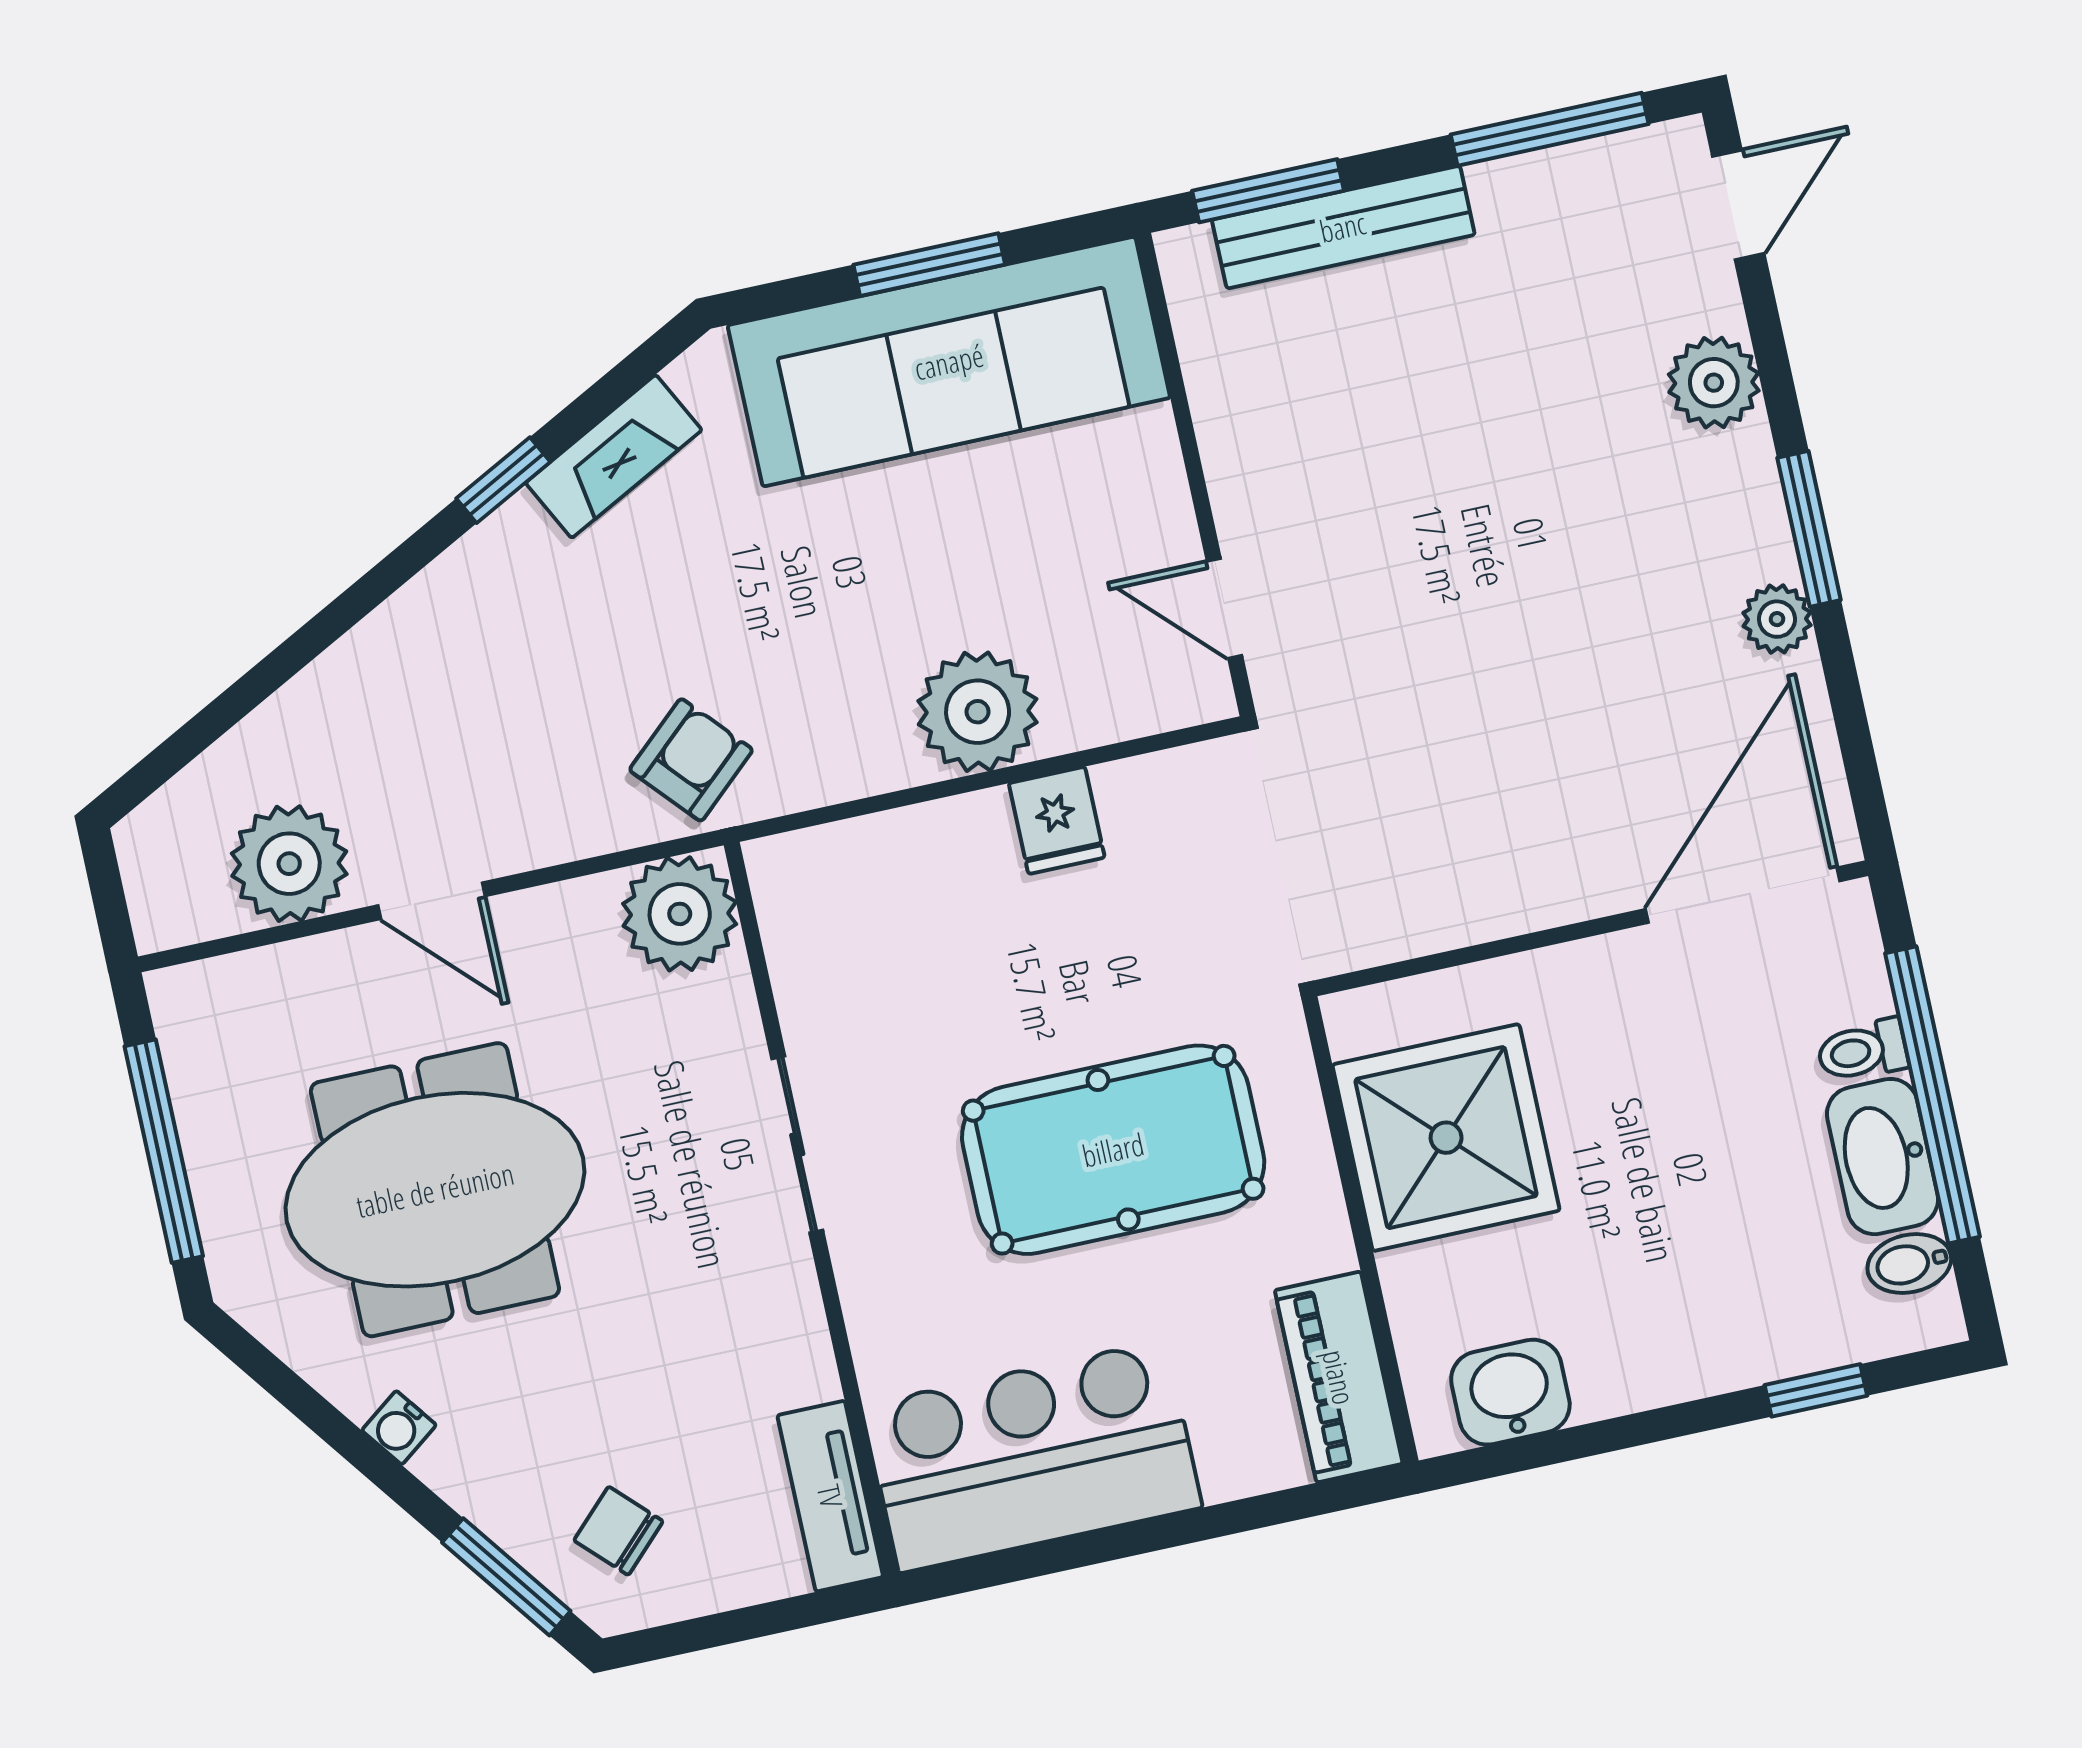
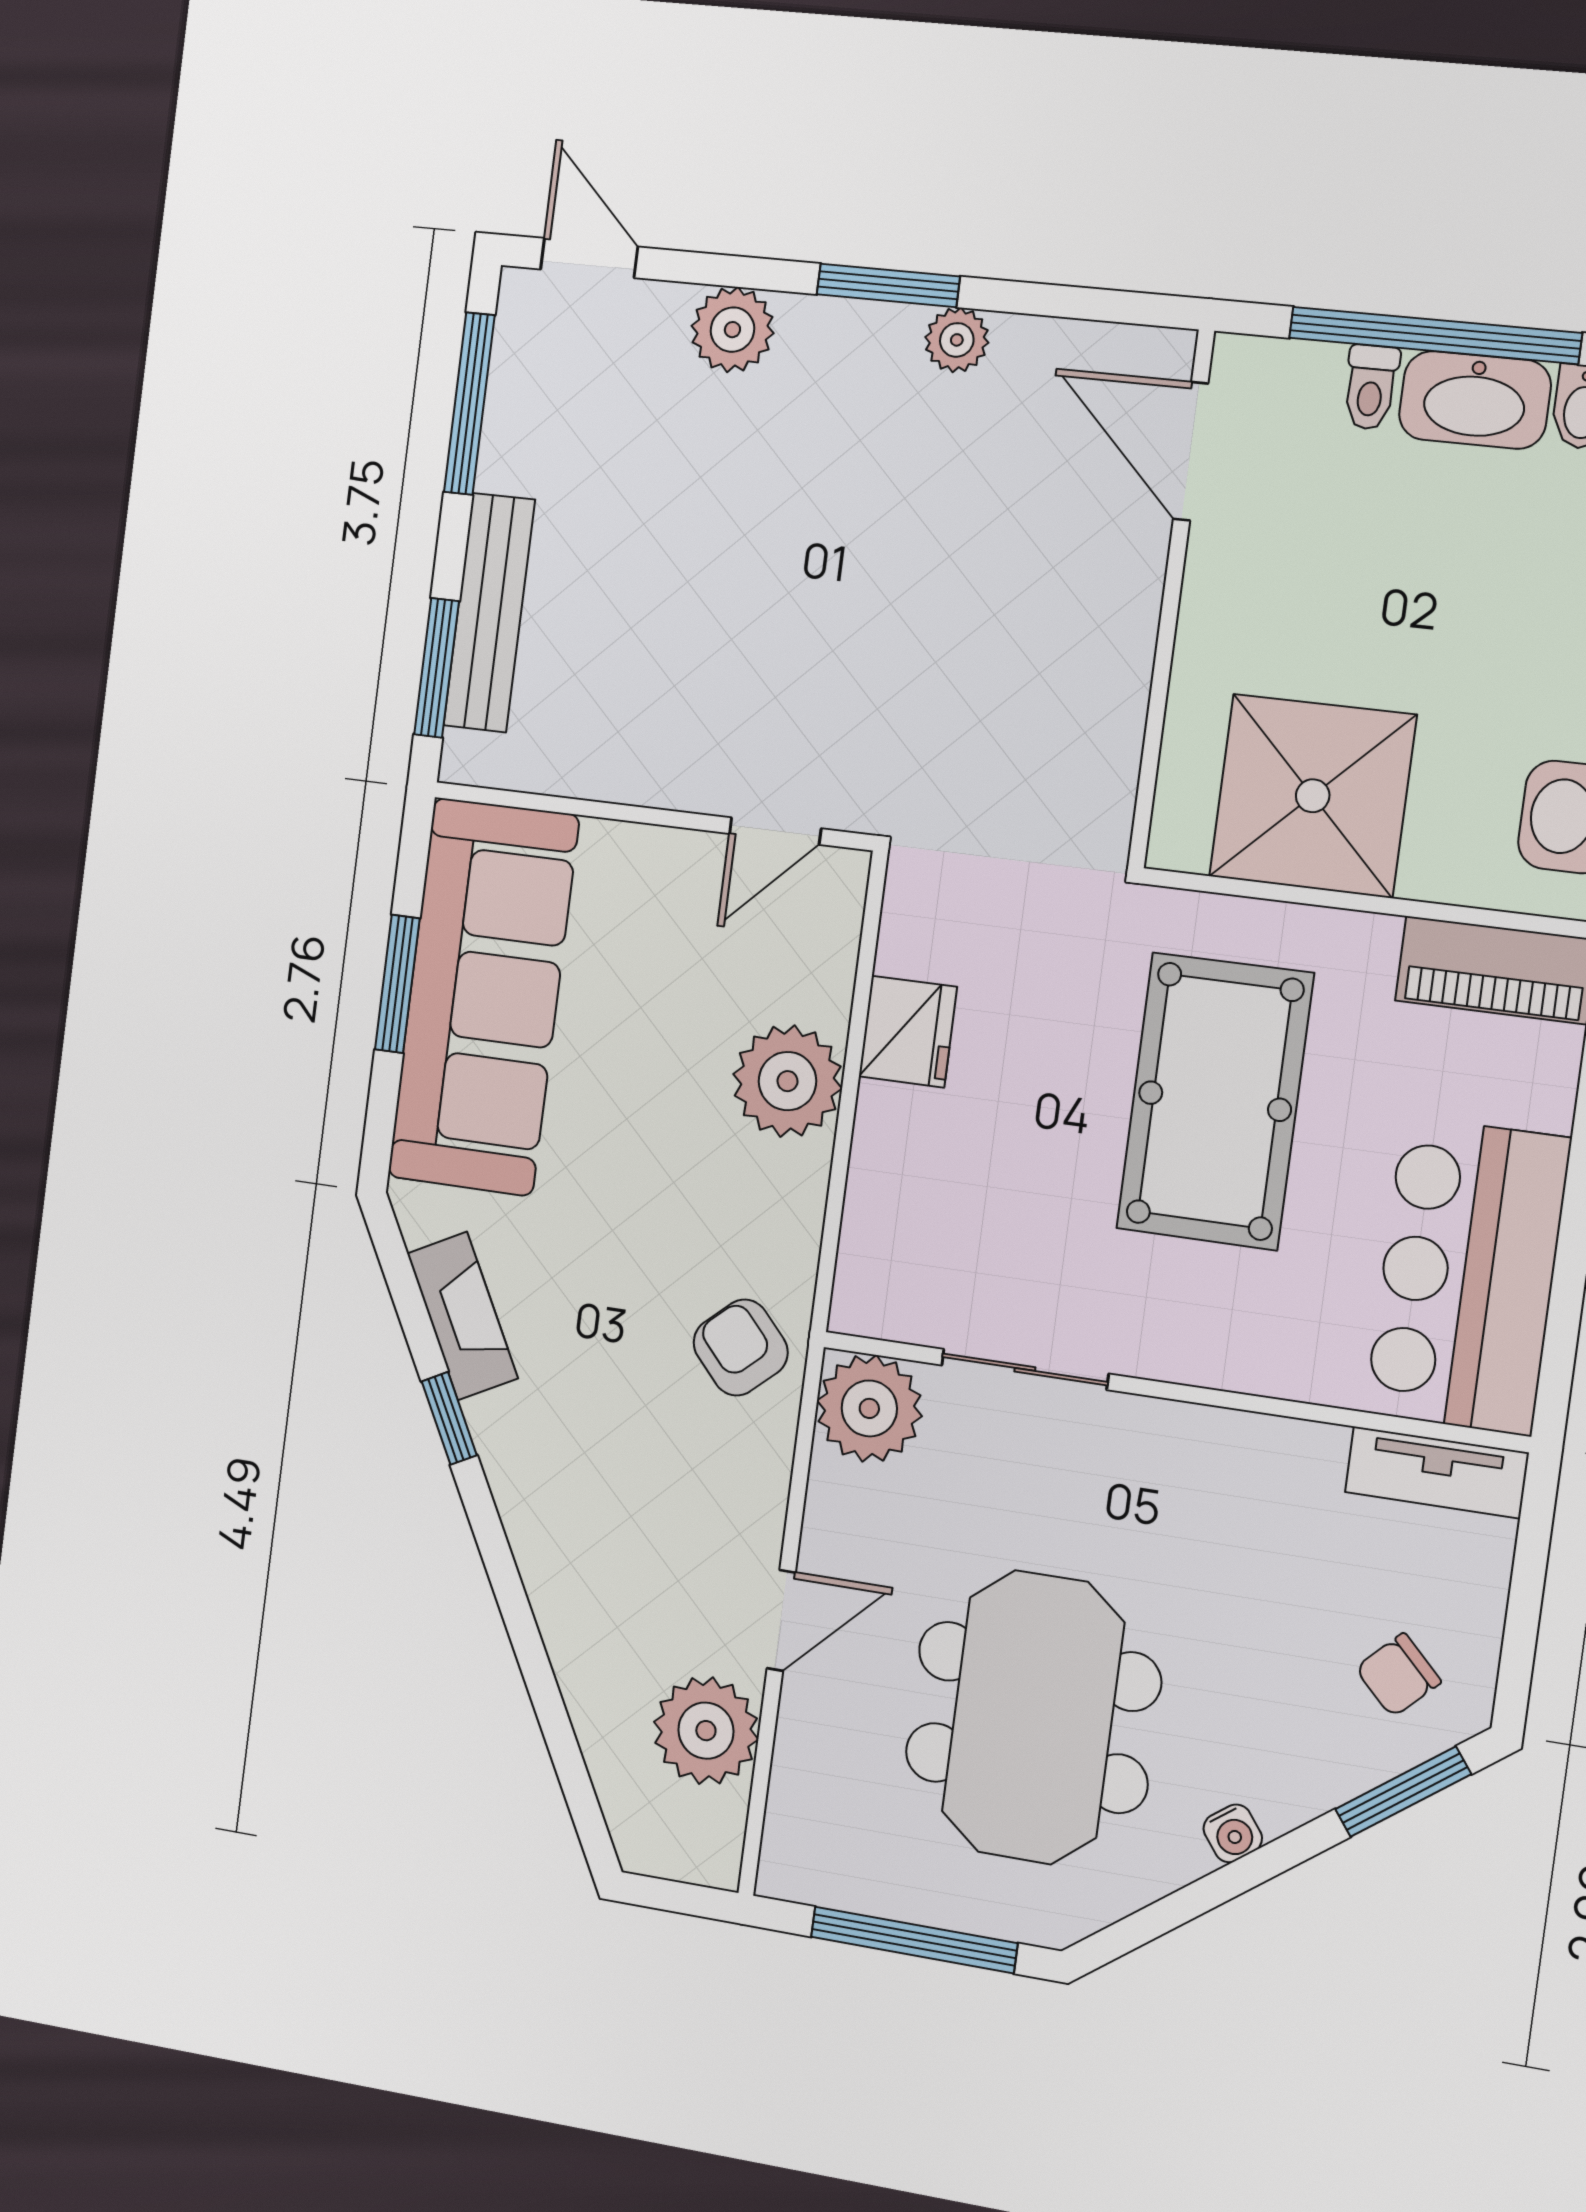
fridge: (1057, 820) -> (908, 1032), width x1.38
door: (1743, 895) -> (1191, 451), width x0.73
sliding door: (797, 1145) -> (1025, 1369), moved

